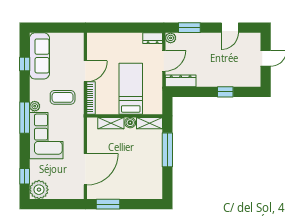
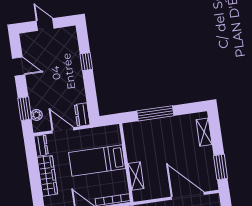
plant: (171, 38) -> (37, 115), moved
wardrobe: (123, 40) -> (47, 176), added
dresser: (181, 81) -> (82, 115), width x0.70
boiler: (130, 123) -> (132, 156), removed
shelving: (149, 123) -> (204, 132), moved

